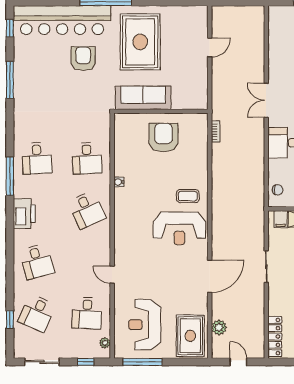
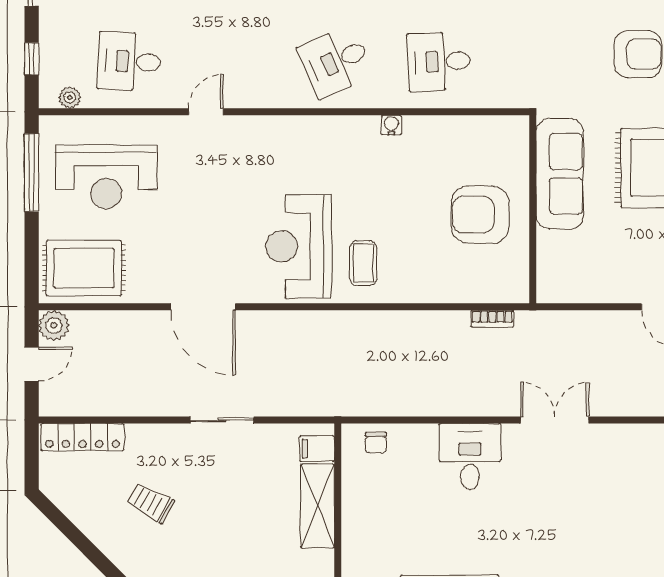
armchair: (164, 138) -> (480, 215), turned 180
reception desk: (145, 325) -> (106, 177), turned 180
plant: (219, 328) -> (54, 325), moved

